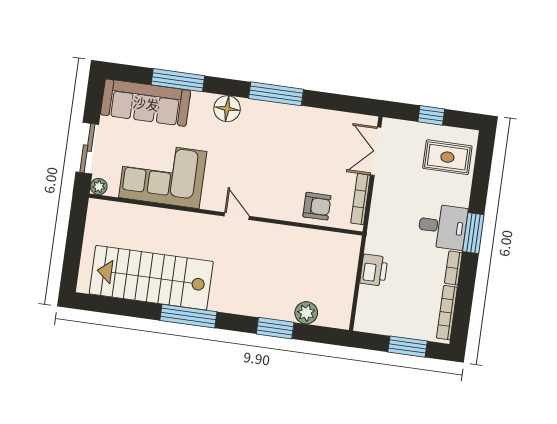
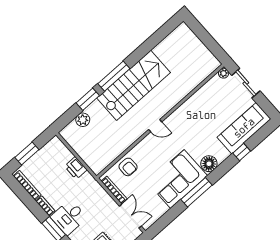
window: (178, 80) -> (242, 152), width x0.46
corner sofa: (163, 175) -> (177, 179), moved, turned 180
armchair: (317, 206) -> (128, 167), turned -90
stairs: (151, 278) -> (134, 85), moved
window: (188, 316) -> (114, 76), moved

